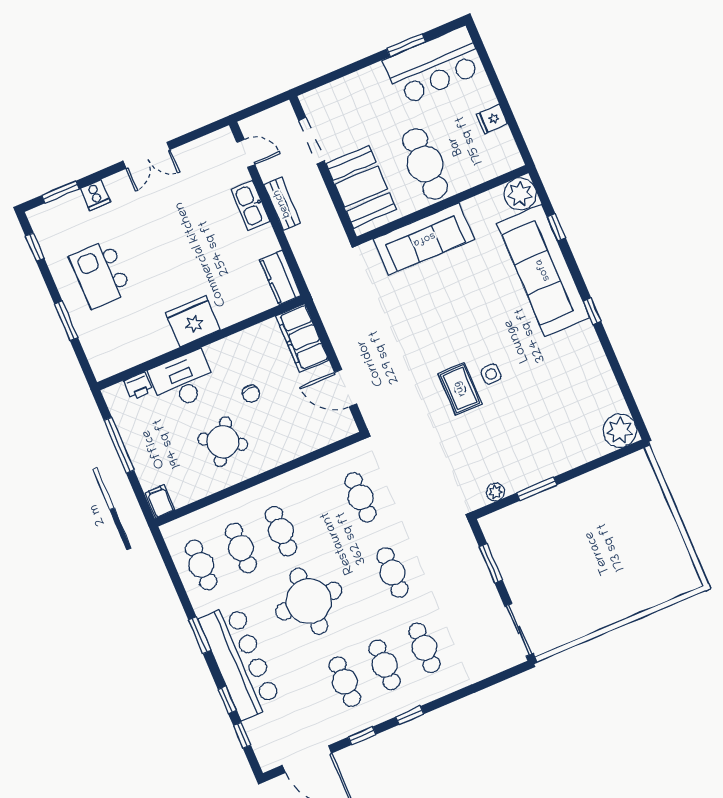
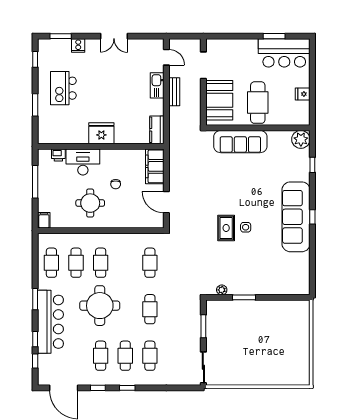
sofa: (543, 270) -> (296, 217), moved
plant: (620, 431) -> (300, 285), removed
round table: (223, 442) -> (90, 203), turned -31

